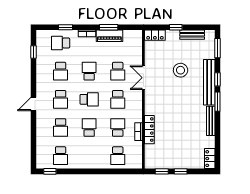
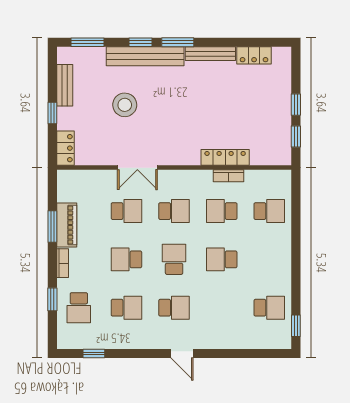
school desk: (61, 128) -> (222, 308), removed
locker: (210, 159) -> (254, 55), moved

